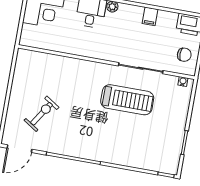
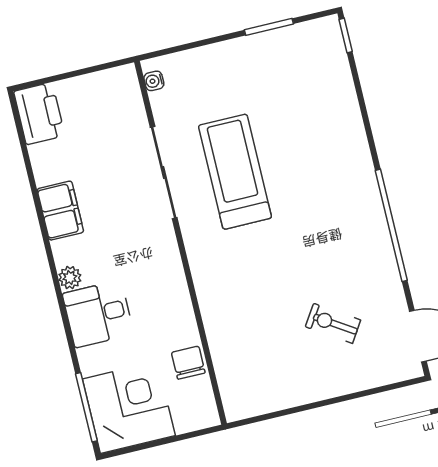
filing cabinet: (150, 16) -> (60, 211), width x2.00
chair: (184, 55) -> (188, 363), moved
exercise bike: (41, 114) -> (333, 323), width x0.73, depth x0.72

